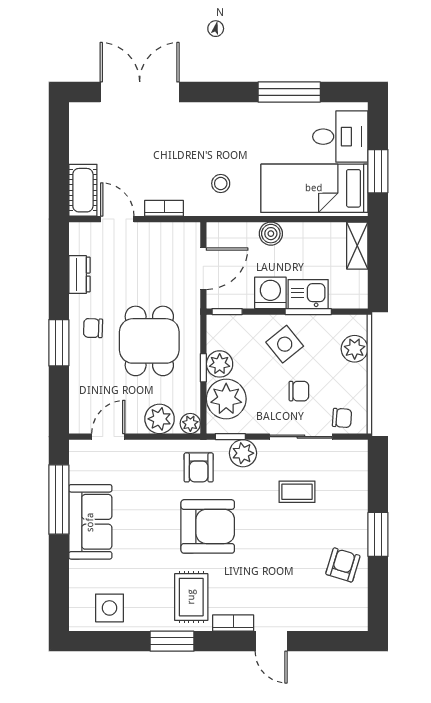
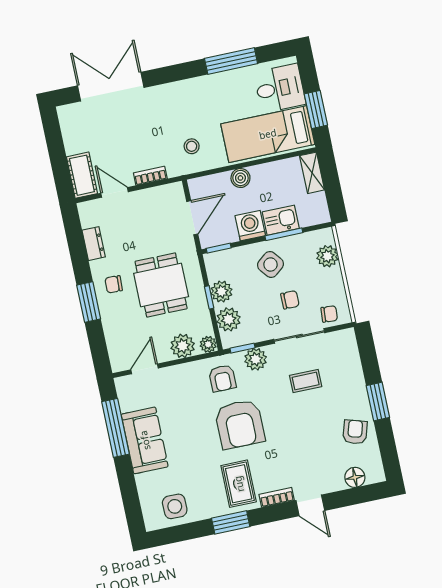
plant: (226, 399) -> (229, 319), width x0.73, depth x0.73
armchair: (208, 526) -> (240, 424), turned 90
floor lamp: (331, 619) -> (355, 477), added

